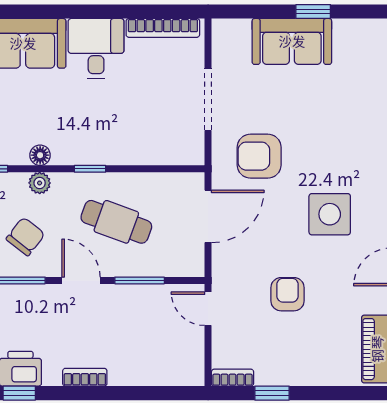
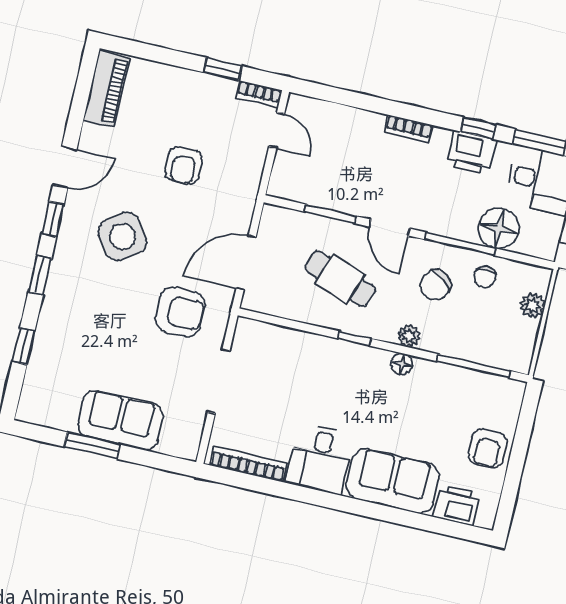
window: (313, 12) -> (92, 446), width x1.50
side table: (330, 214) -> (122, 237), turned -36
door: (208, 309) -> (277, 130), moved

